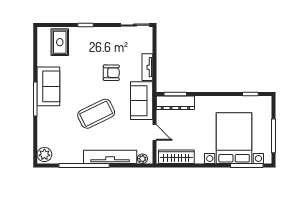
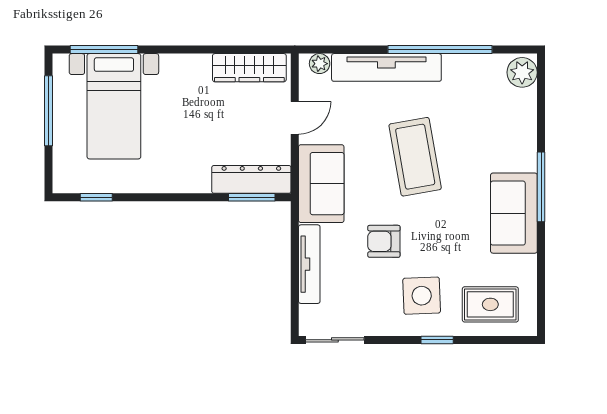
rug: (60, 42) -> (490, 304), turned 90
side table: (93, 46) -> (422, 296), added
tv unit: (147, 67) -> (309, 264), width x1.41
coffee table: (96, 114) -> (415, 157), turned -74
door: (154, 132) -> (295, 118), swing flipped
bed with nightstands: (234, 138) -> (114, 106), width x0.73

